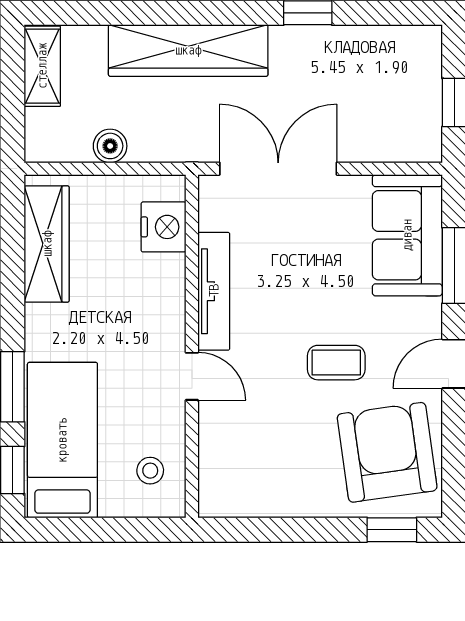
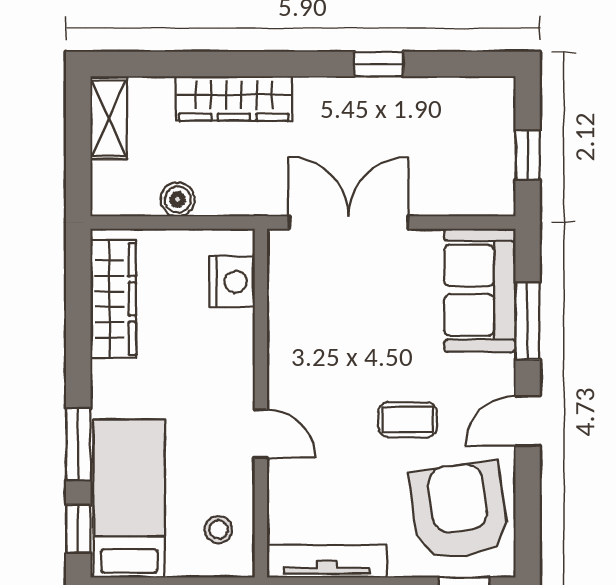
wardrobe: (188, 50) -> (234, 98), width x0.71, depth x0.85
tv unit: (214, 291) -> (327, 561), moved, turned -90

